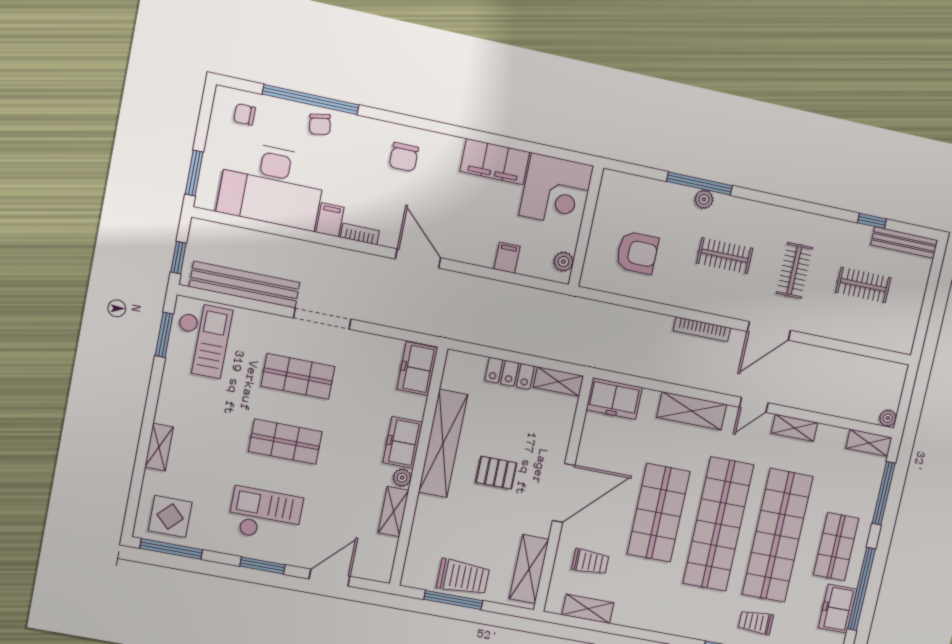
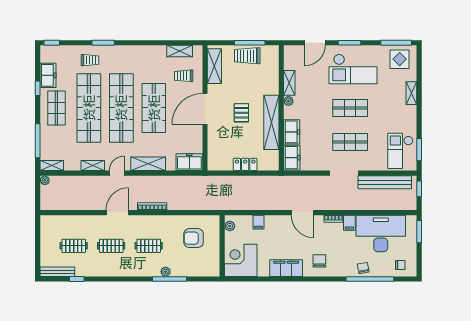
filing cabinet: (495, 162) -> (286, 268), moved
clothes rail: (794, 270) -> (111, 246), turned 90
shelving: (558, 382) -> (220, 165), removed
freezer: (403, 442) -> (292, 132), moved
pallet: (496, 473) -> (241, 113), turned 90
checkout: (265, 515) -> (353, 69), width x1.36, depth x1.21
window: (861, 589) -> (38, 88), width x0.32

